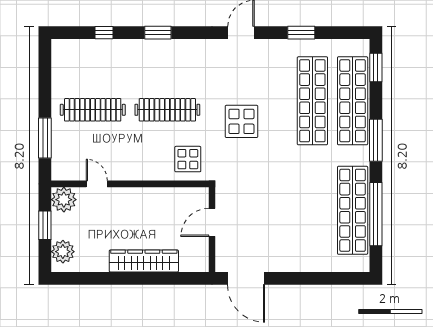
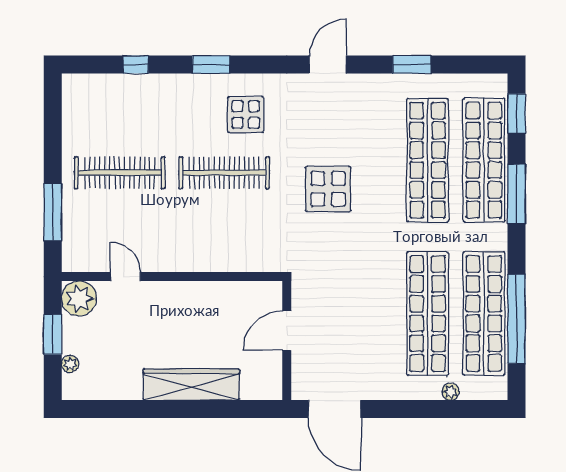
window: (376, 140) -> (516, 194), moved
display table: (188, 159) -> (246, 115), moved
shop shelf: (312, 210) -> (428, 314), added
plant: (63, 252) -> (70, 364), width x0.53, depth x0.53
plant: (329, 266) -> (451, 392), added

